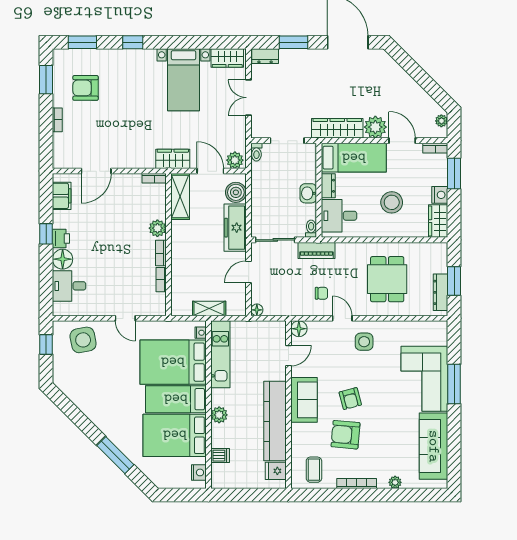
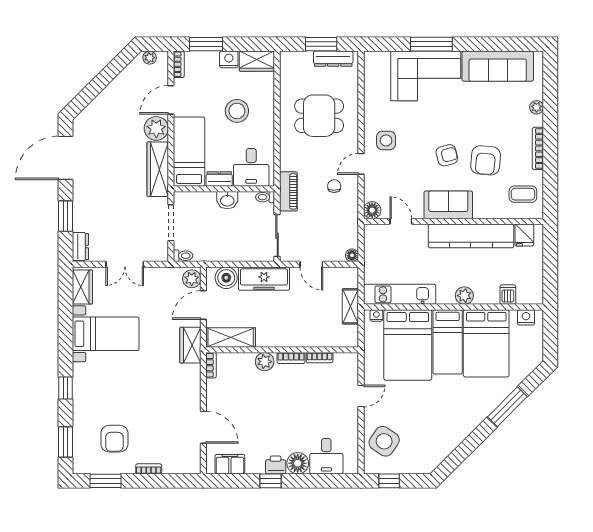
side table: (83, 340) -> (384, 441), turned 45

